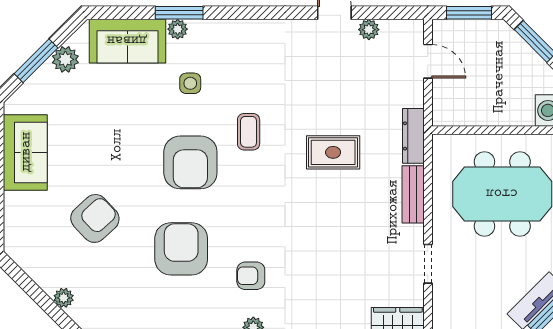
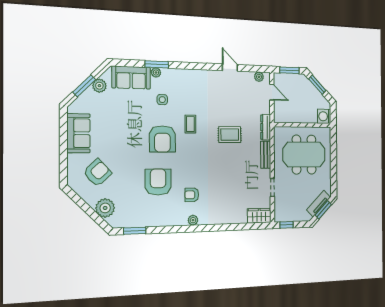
plant: (369, 30) -> (259, 77), moved
armchair: (95, 218) -> (97, 173), moved
plant: (64, 298) -> (105, 208), width x1.88, depth x1.88

